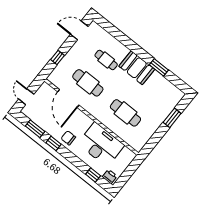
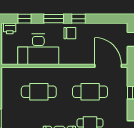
door: (68, 98) -> (108, 66), moved
window: (35, 129) -> (54, 19), moved

